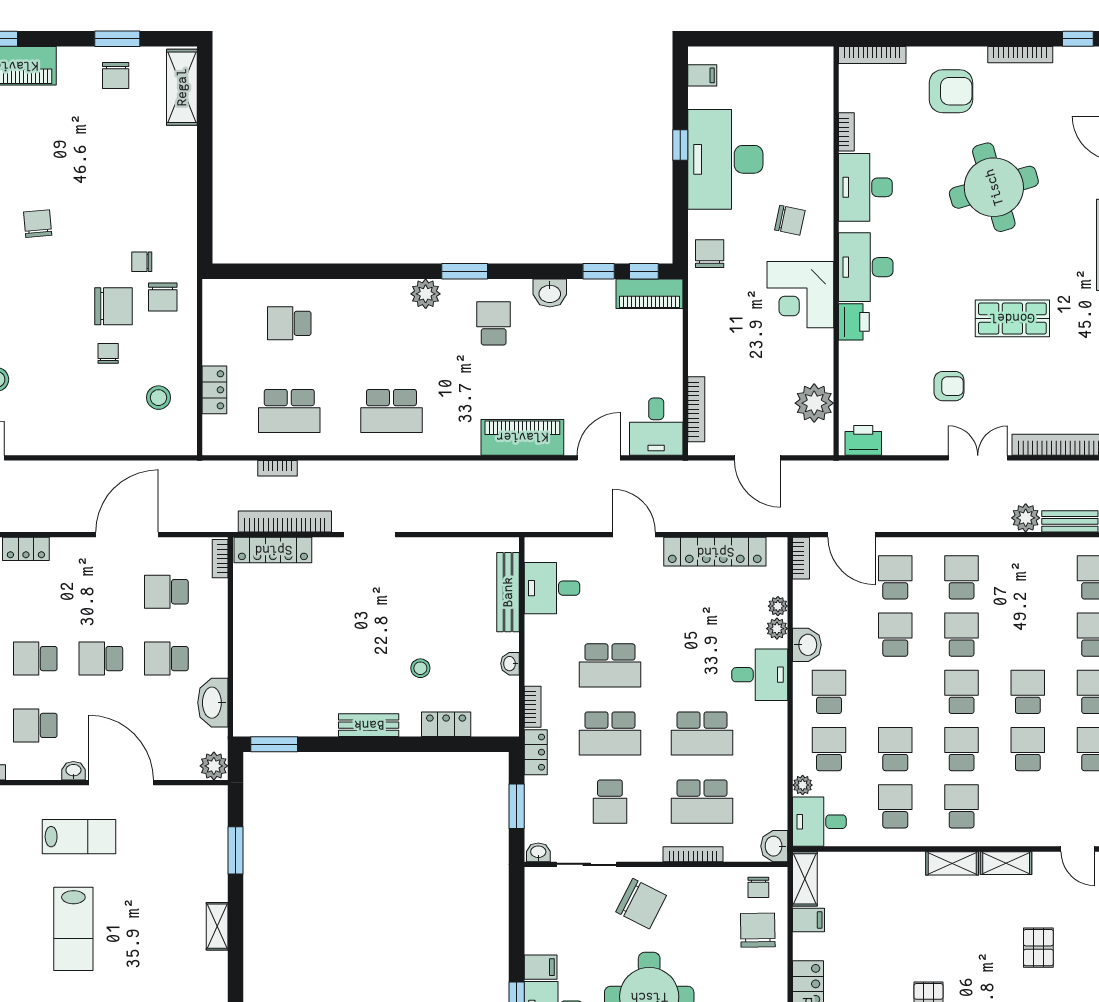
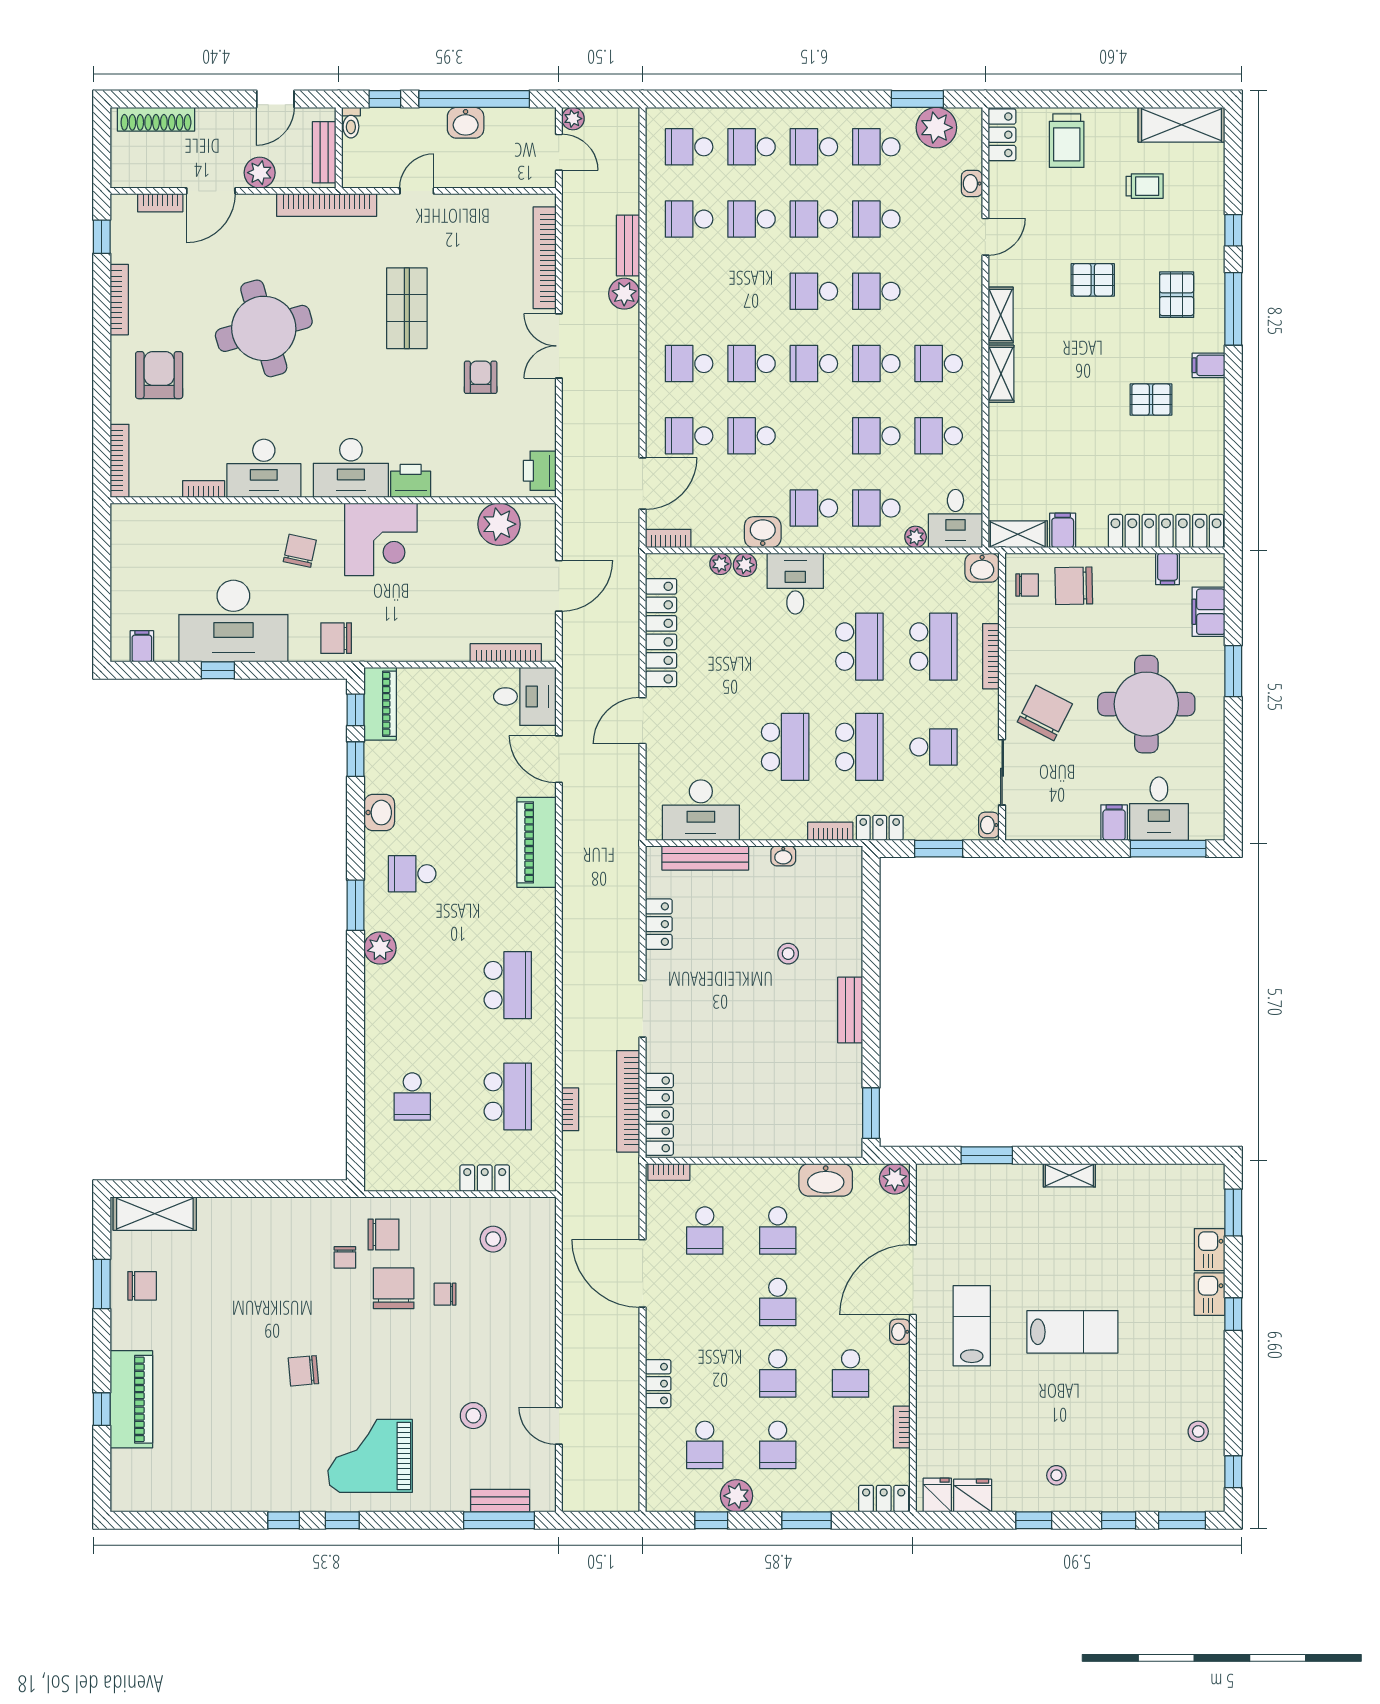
desk: (552, 588) -> (701, 810), width x1.37
locker: (446, 724) -> (659, 924), moved, turned 180

